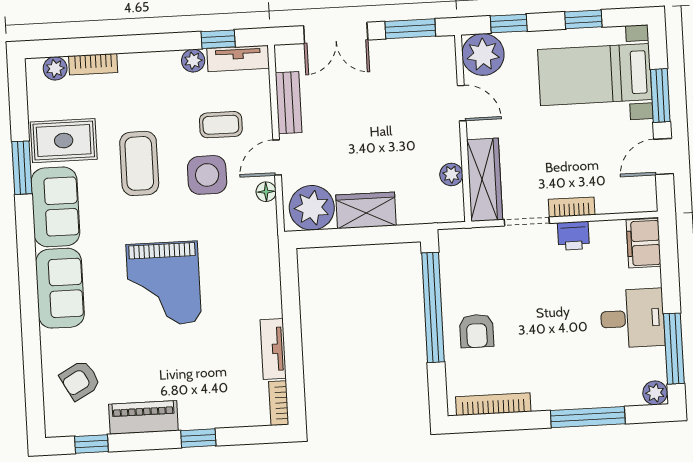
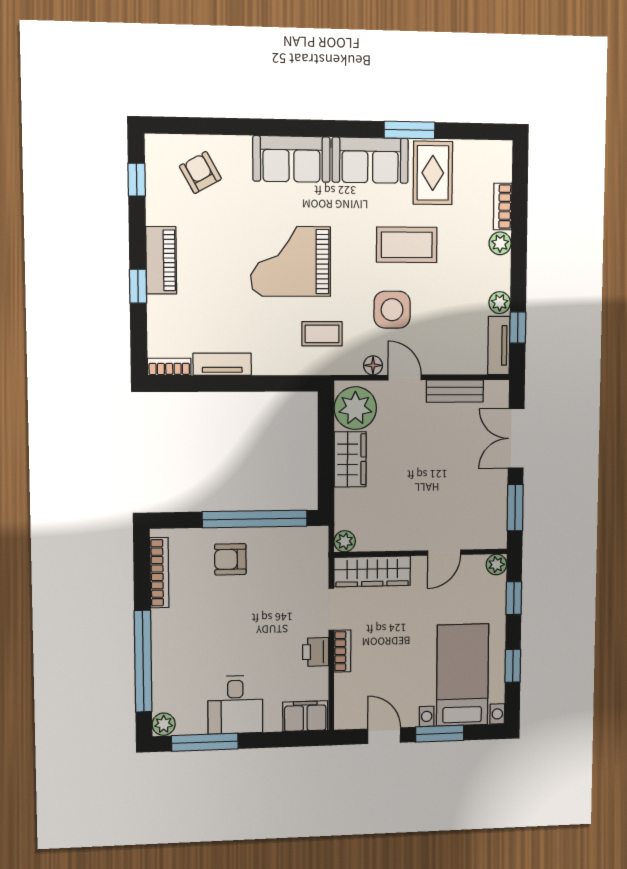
plant: (483, 54) -> (496, 564), width x0.53, depth x0.53
plant: (55, 68) -> (500, 243), moved
coffee table: (221, 125) -> (322, 334), moved, turned 90
plant: (451, 174) -> (345, 541), moved
piano: (143, 417) -> (161, 260), moved
window: (588, 417) -> (143, 661), width x1.46

